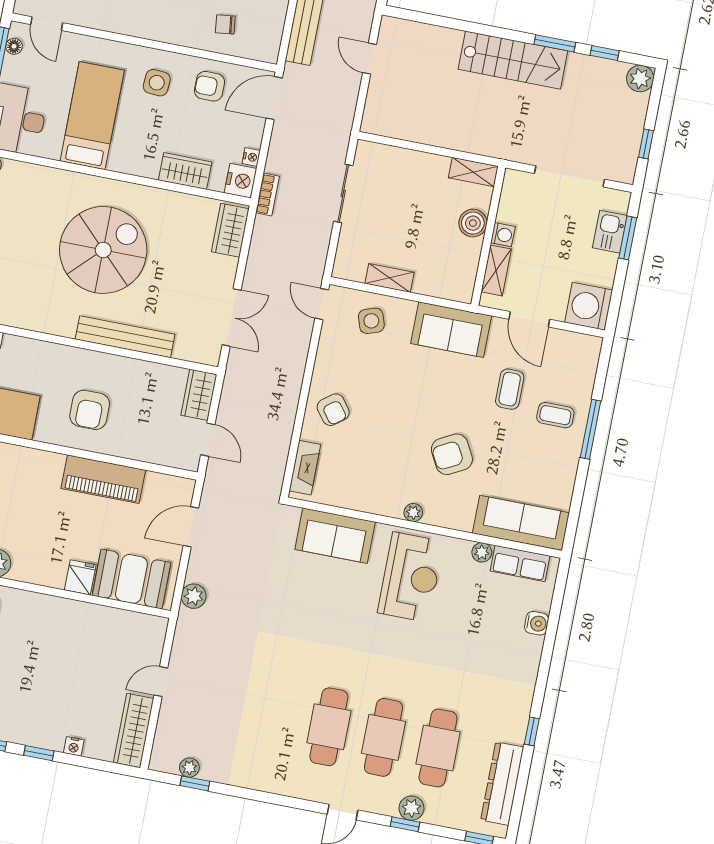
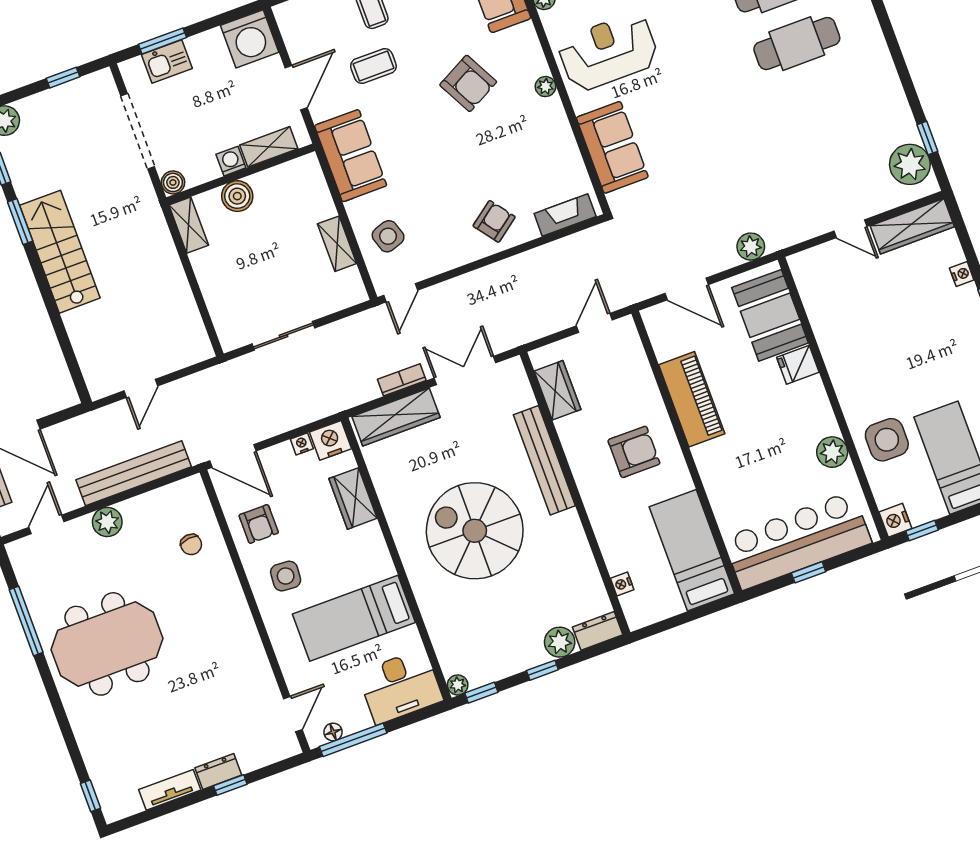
boiler: (513, 180) -> (173, 182), added
bookcase: (267, 195) -> (402, 380), moved
wardrobe: (230, 230) -> (396, 417), width x1.50
wardrobe: (199, 395) -> (558, 390), moved, turned -90
plant: (189, 768) -> (910, 164), width x1.88, depth x1.88

